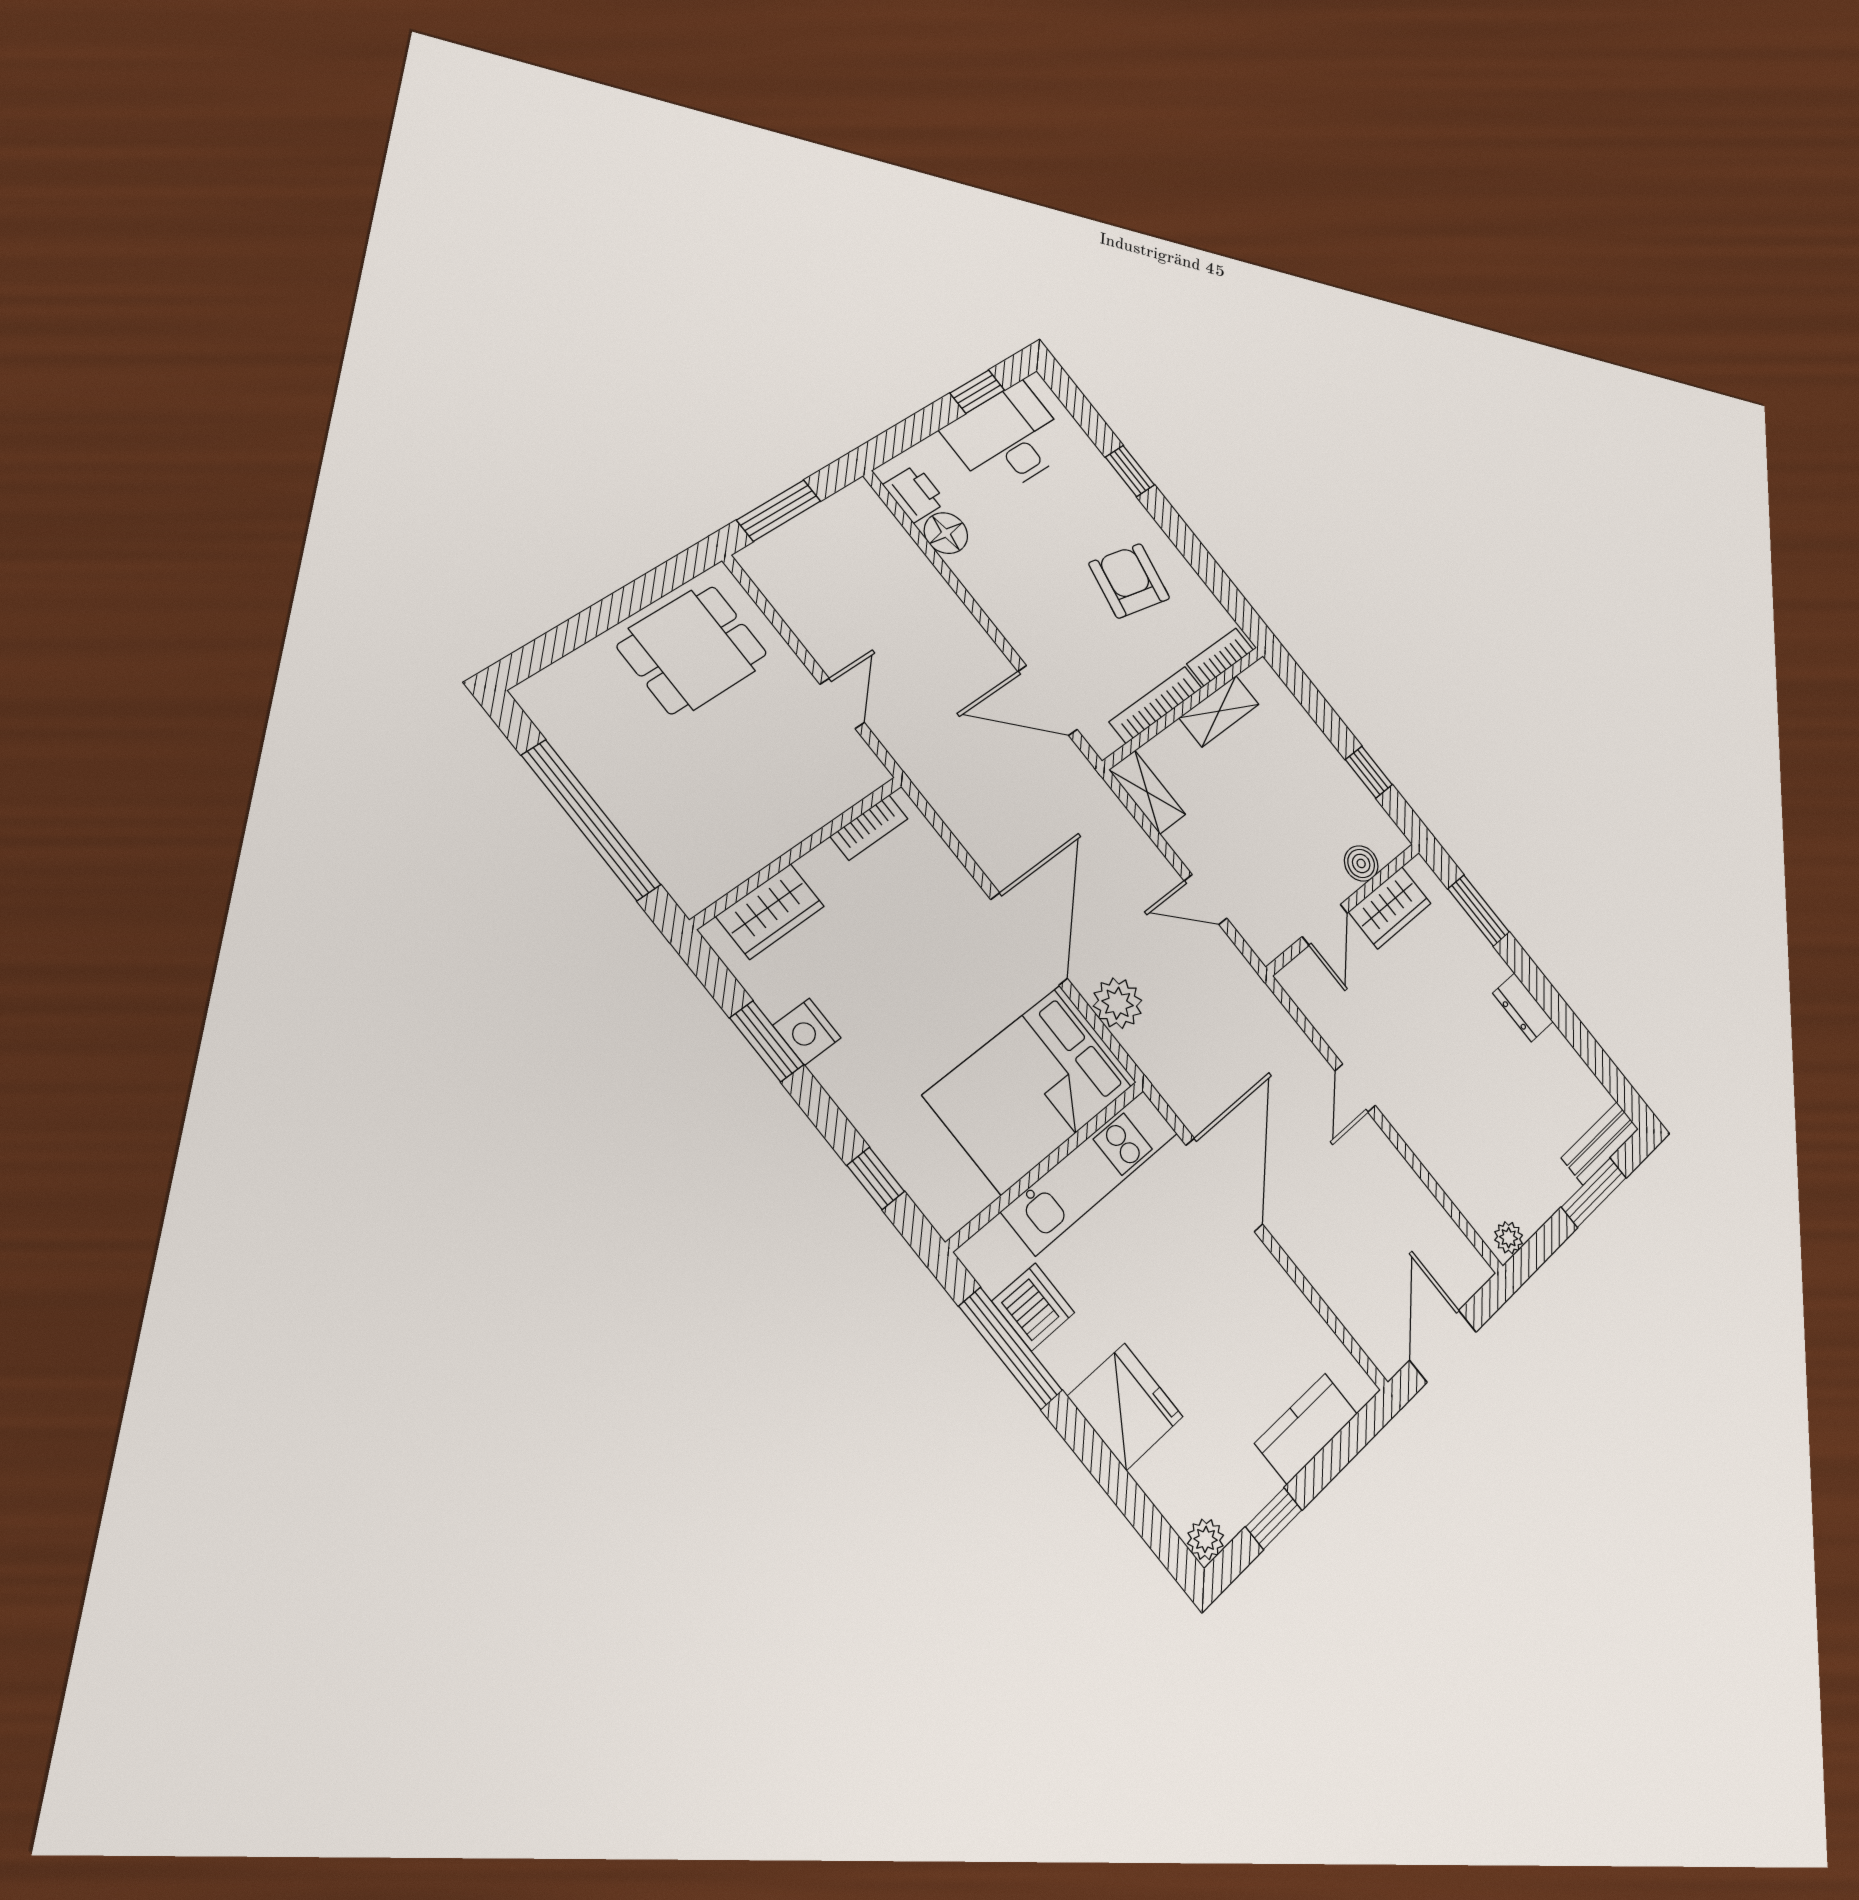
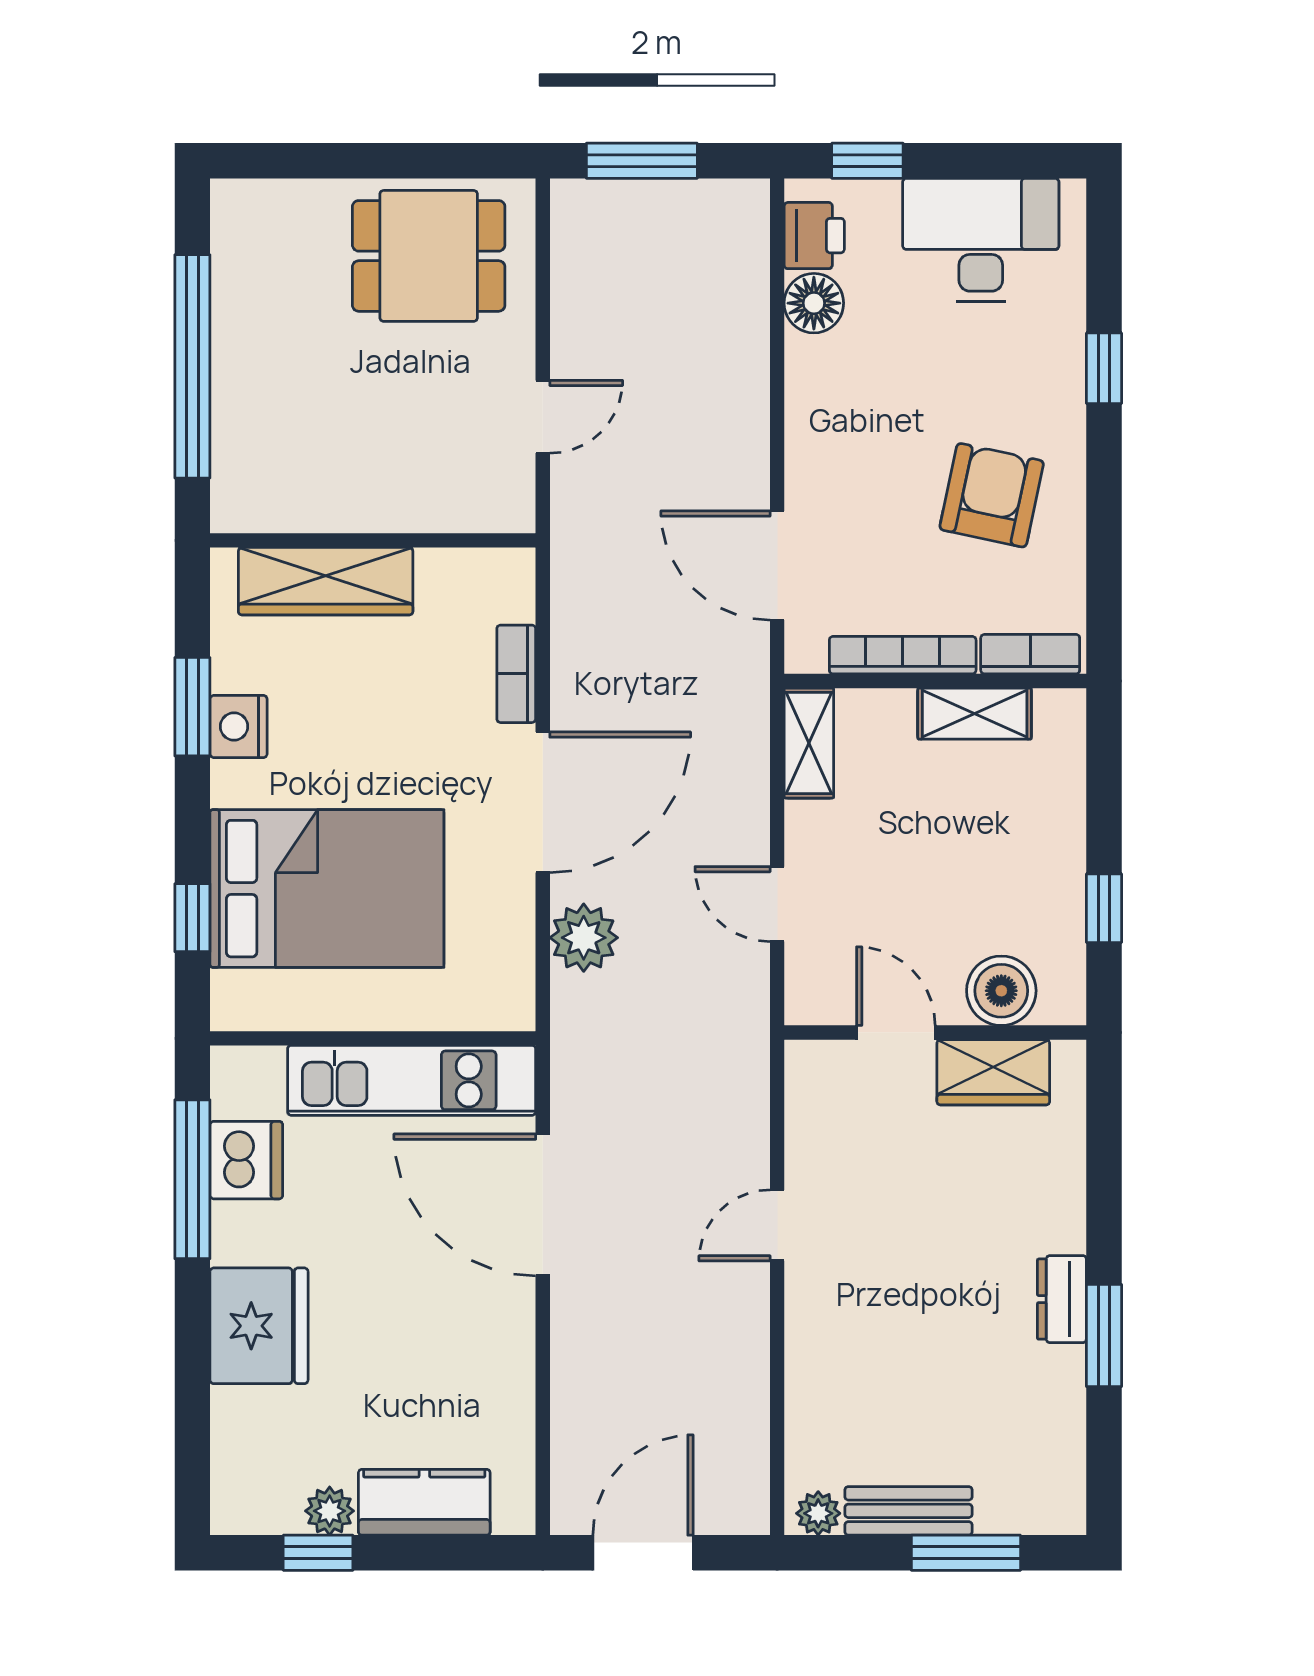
window: (977, 392) -> (867, 161), moved
bookcase: (869, 828) -> (516, 674), moved, turned 90
boiler: (1361, 863) -> (1001, 991), width x1.36, depth x1.36
window: (1479, 910) -> (1104, 1336), moved
wardrobe: (770, 911) -> (326, 581), width x1.50
door: (1325, 925) -> (896, 1032), swing flipped
bed: (1031, 1089) -> (327, 889), moved, turned 180
bench: (1600, 1143) -> (909, 1511), moved
door: (1224, 1185) -> (543, 1205), swing flipped
plant: (1206, 1539) -> (330, 1511), moved

